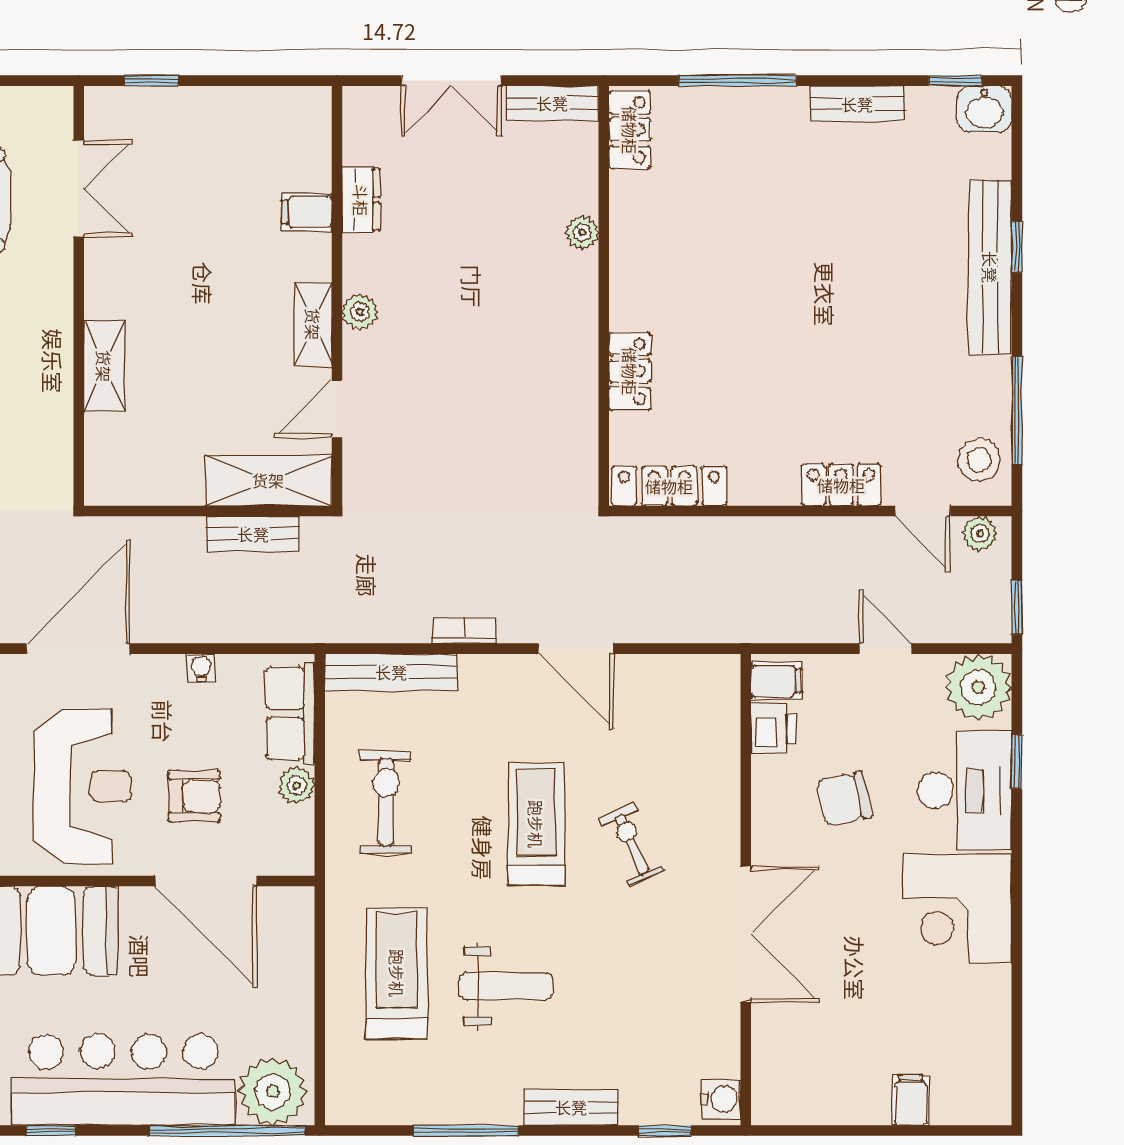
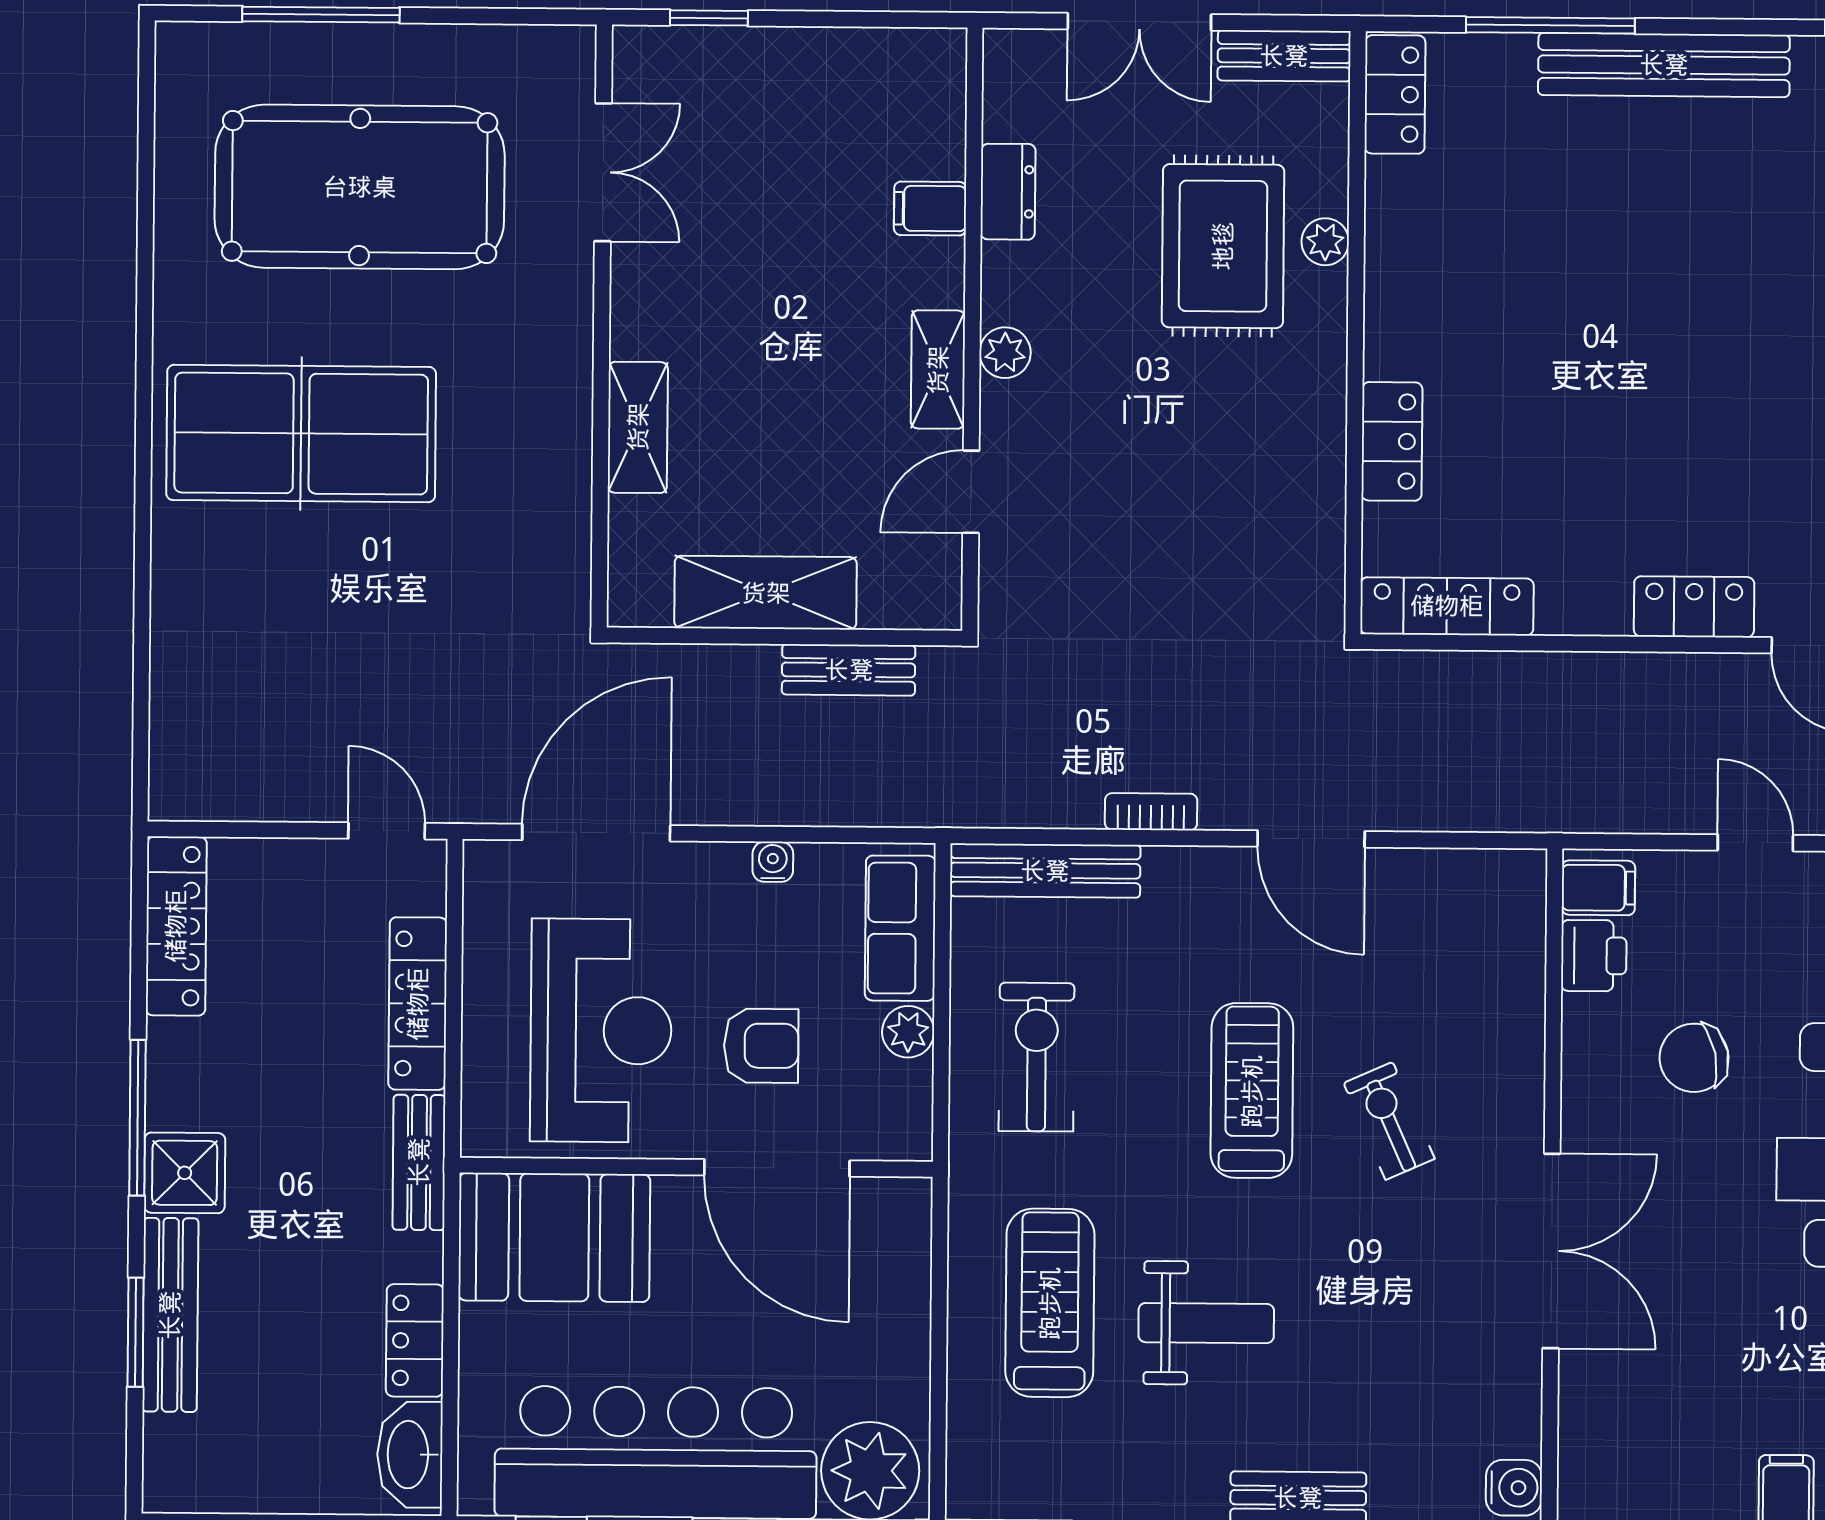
bench: (857, 104) -> (1664, 65), width x1.86, depth x1.21
rug: (511, 236) -> (1223, 246), added
shelving: (268, 480) -> (766, 593), moved

